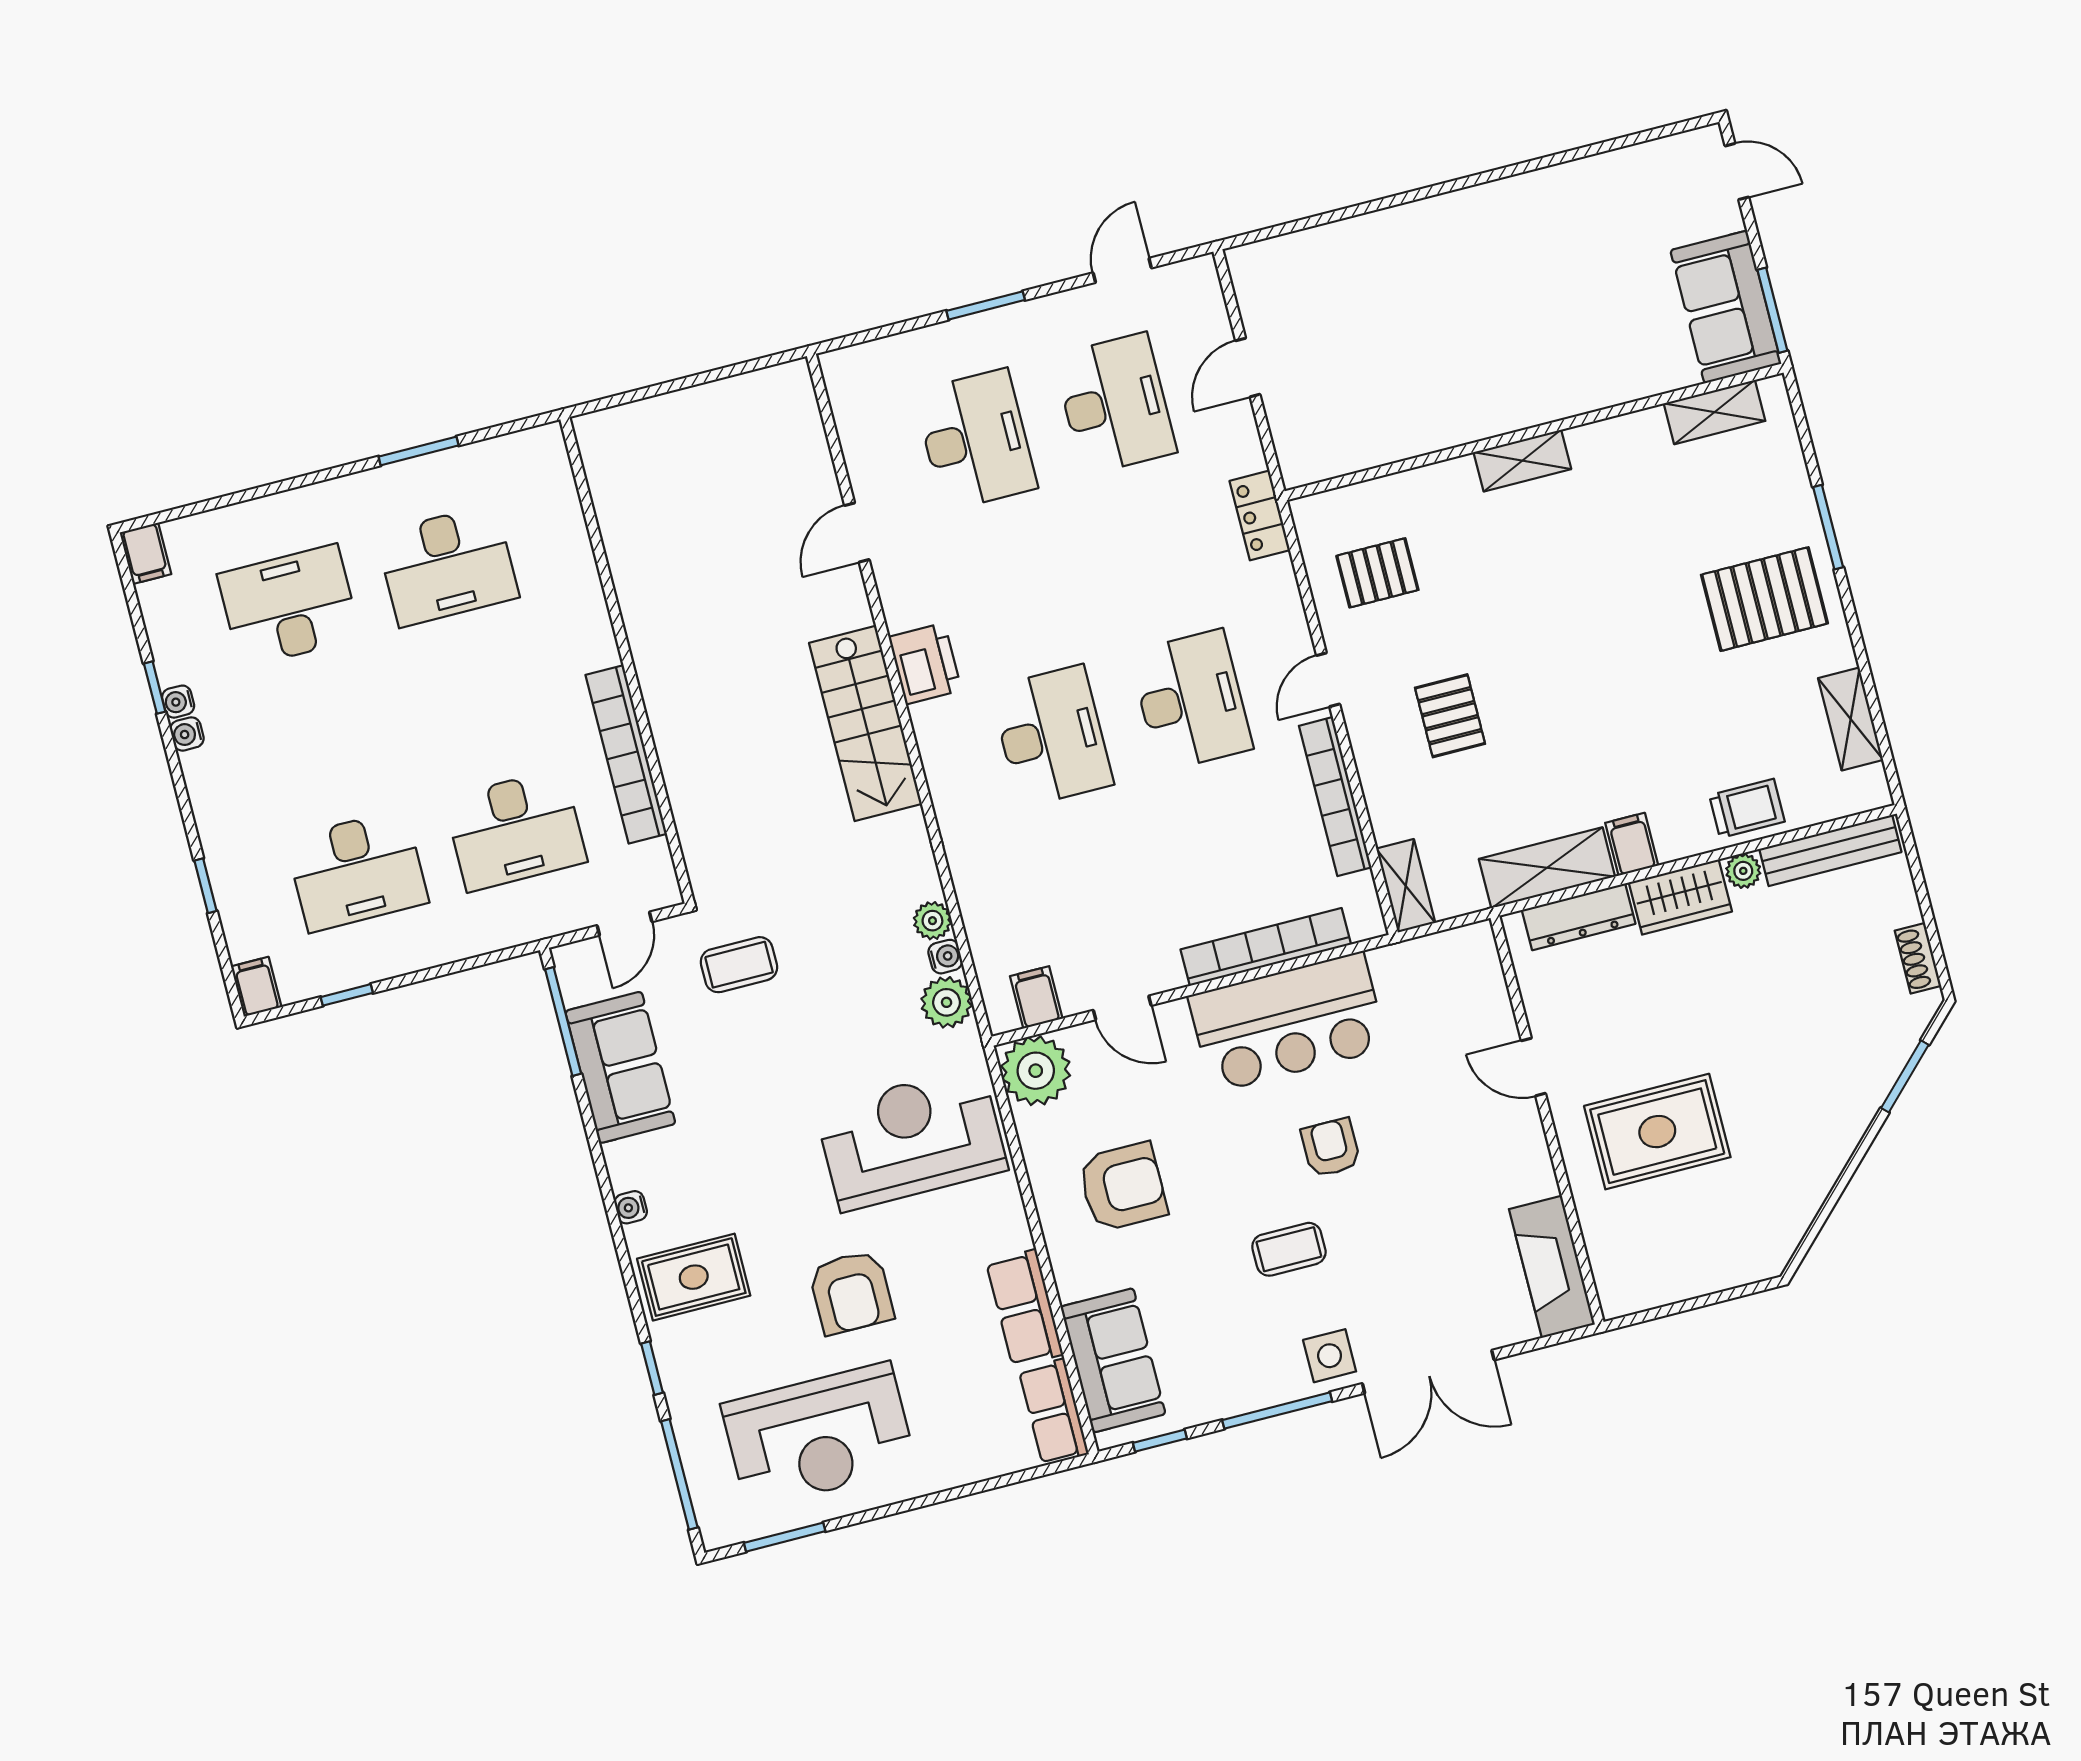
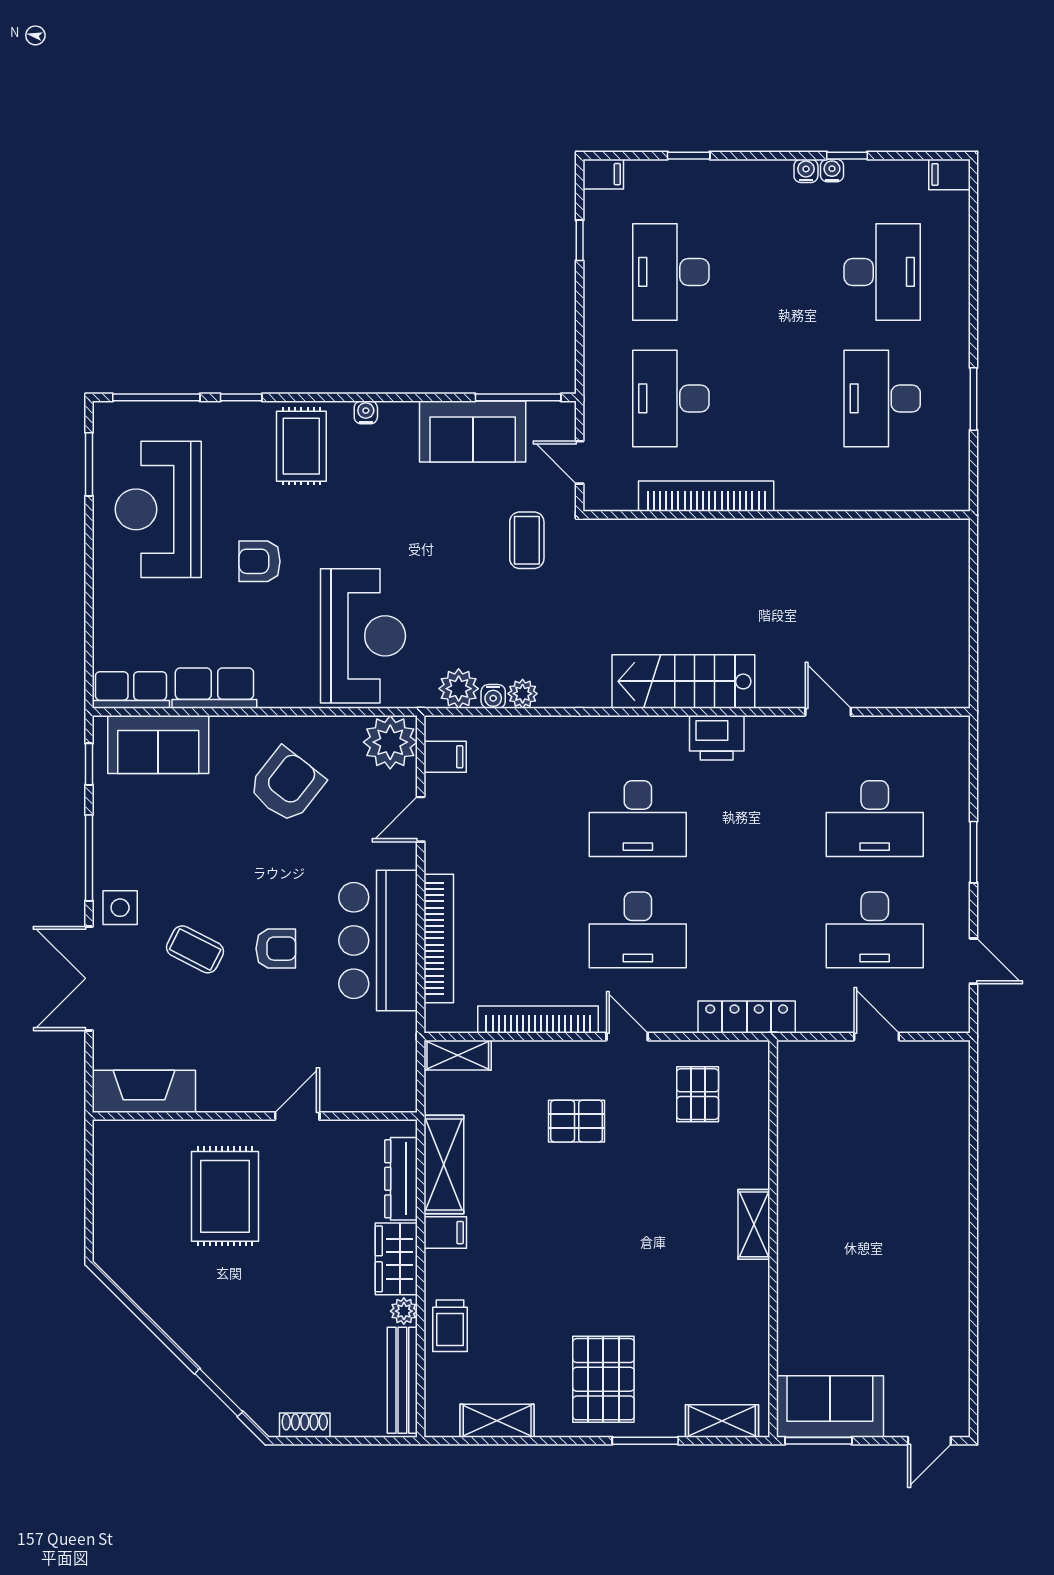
shelving: (1715, 412) -> (722, 1421), moved, turned 90
locker: (1260, 515) -> (747, 1017), width x1.53
armchair: (1123, 1187) -> (286, 785), turned -142
coffee table: (1289, 1249) -> (195, 949), moved, turned -63
armchair: (851, 1292) -> (260, 561), width x0.72, depth x0.72

